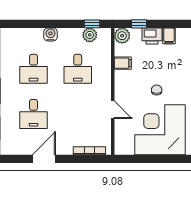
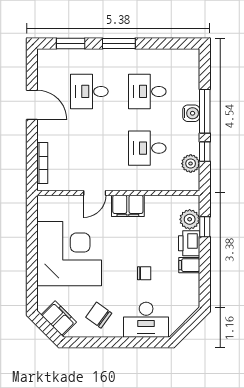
window: (49, 24) -> (205, 111), added
window: (92, 24) -> (205, 152), moved
plant: (122, 36) -> (190, 219), moved
filing cabinet: (123, 63) -> (128, 206), moved, width x2.00
chair: (157, 90) -> (144, 273), moved

